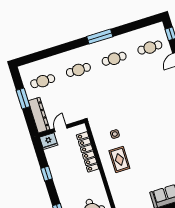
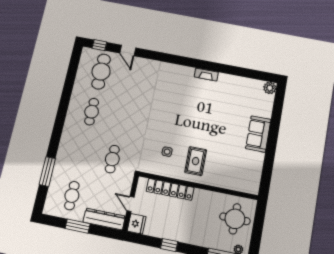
window: (100, 37) -> (47, 171), moved
cafe table: (150, 48) -> (101, 72), width x1.37, depth x1.35
cafe table: (78, 70) -> (112, 159), moved
rug: (119, 159) -> (196, 161), turned 90

